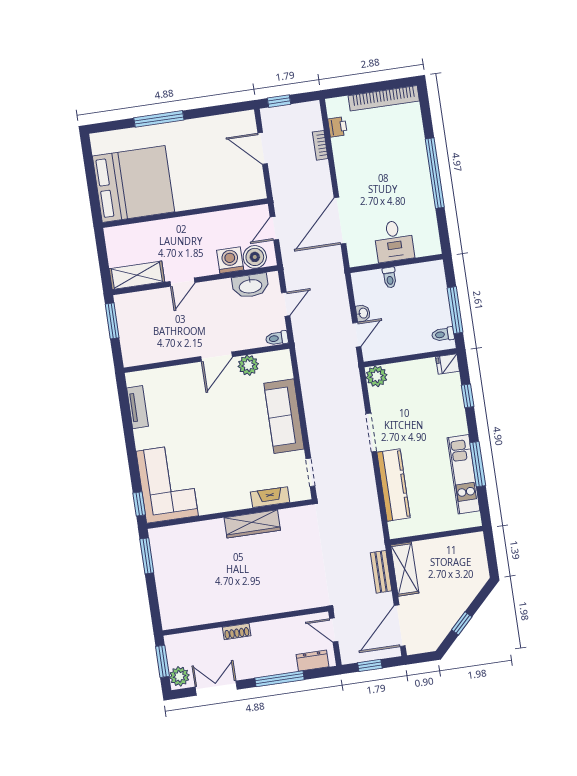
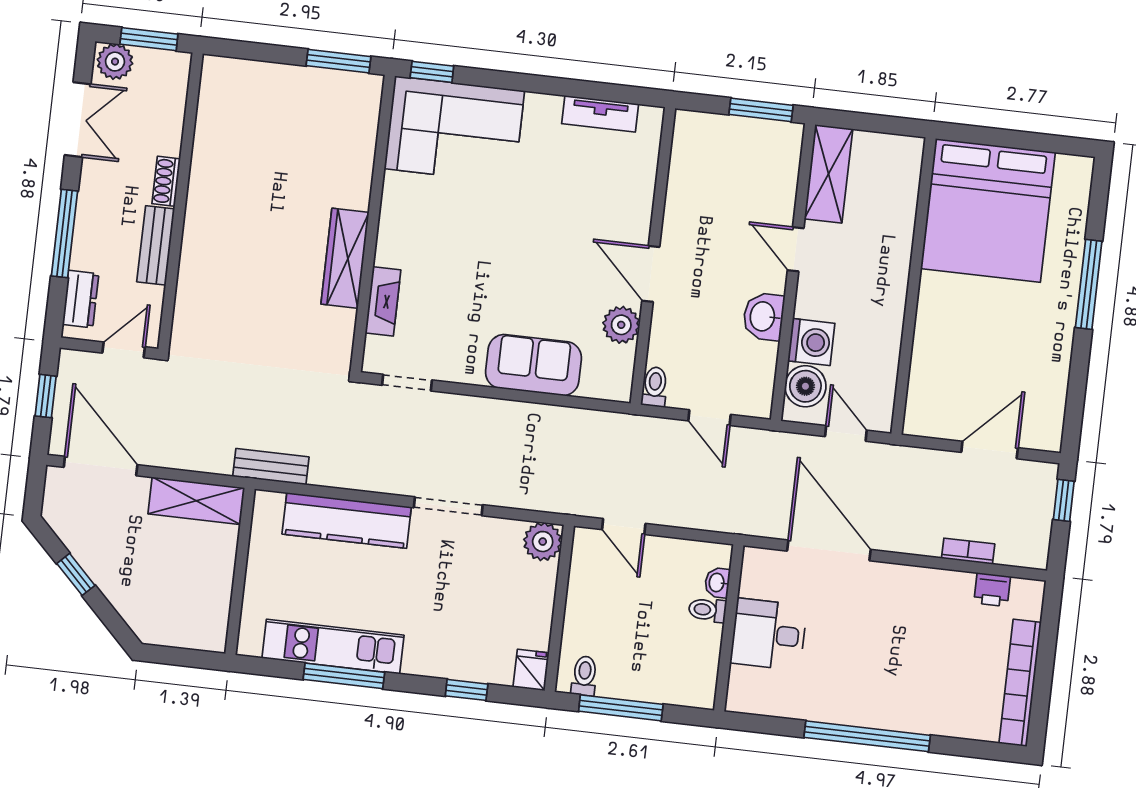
washbasin: (250, 286) -> (763, 317), moved, width x0.72
washbasin: (363, 313) -> (717, 583), moved, turned 90
sofa: (284, 416) -> (534, 365), width x0.73
bench: (381, 572) -> (271, 467), moved
bench: (273, 628) -> (156, 245), added

